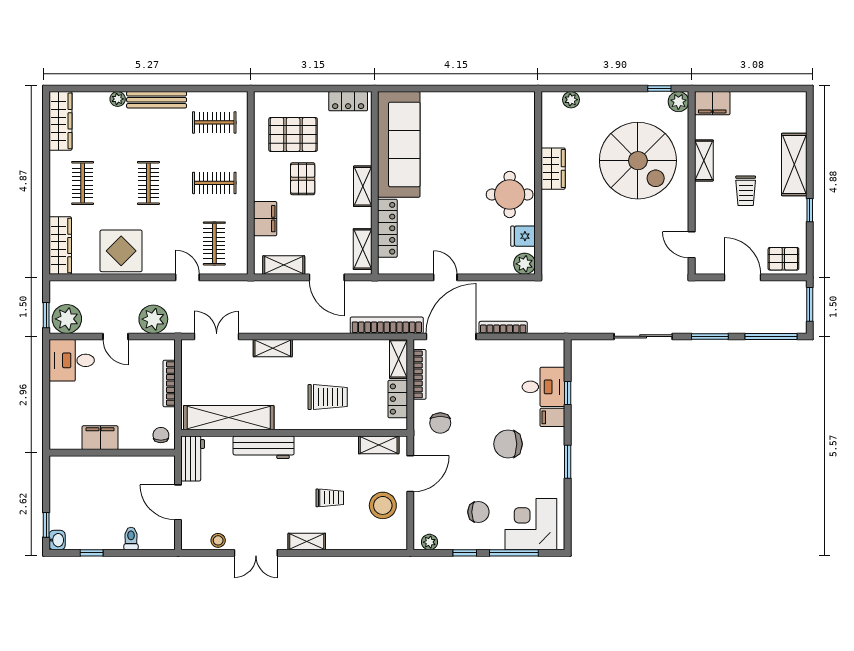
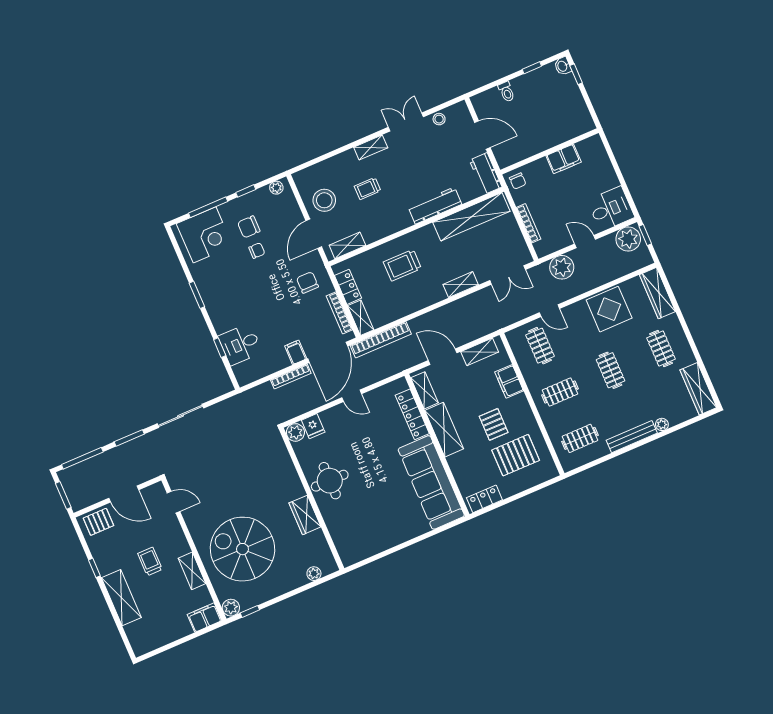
shelving: (363, 186) -> (444, 430), width x1.50, depth x1.33
fridge: (523, 236) -> (313, 426), moved, turned 90
filing cabinet: (552, 417) -> (296, 352), moved, turned -90
chair: (508, 444) -> (257, 251), moved, width x0.54, depth x0.54

